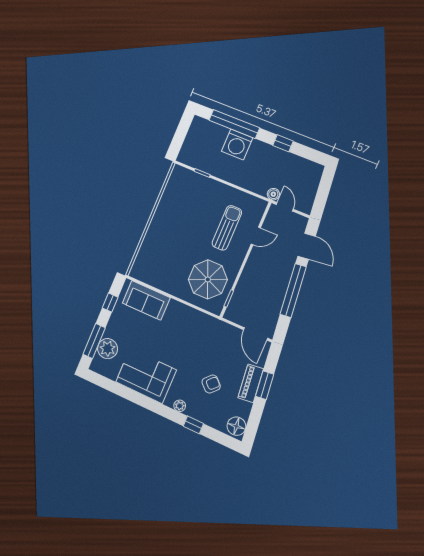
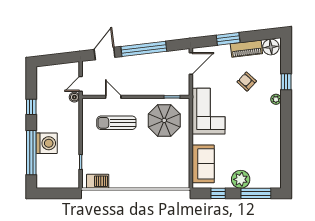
barbecue: (175, 183) -> (98, 181), added
plant: (107, 349) -> (241, 179), moved
corner sofa: (146, 376) -> (209, 111), moved, turned 180
piano: (251, 383) -> (246, 49), moved

